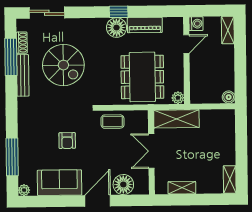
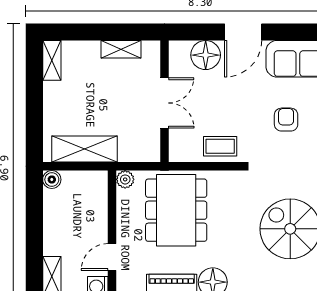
shelving: (176, 119) -> (84, 149), moved

